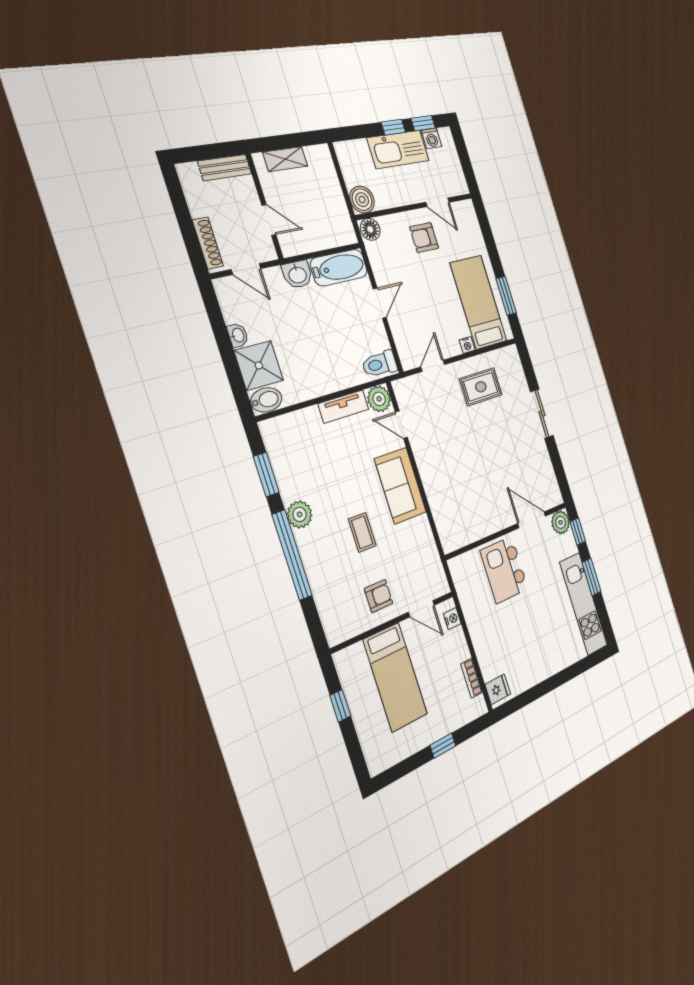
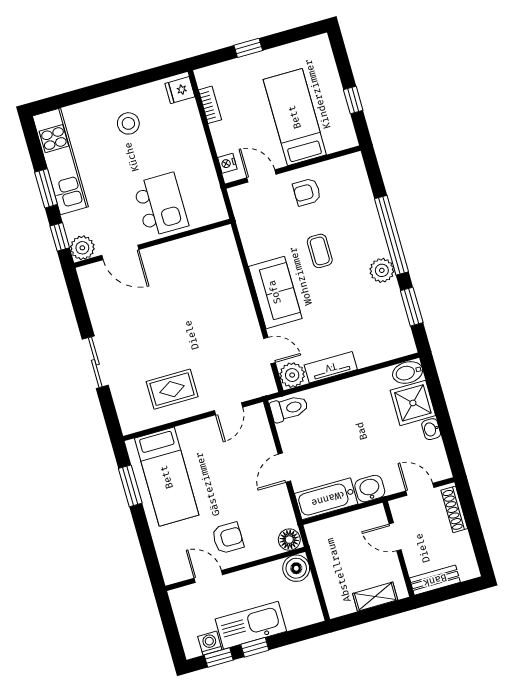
nightstand: (467, 345) -> (185, 431), removed
stool: (536, 648) -> (128, 123), added

